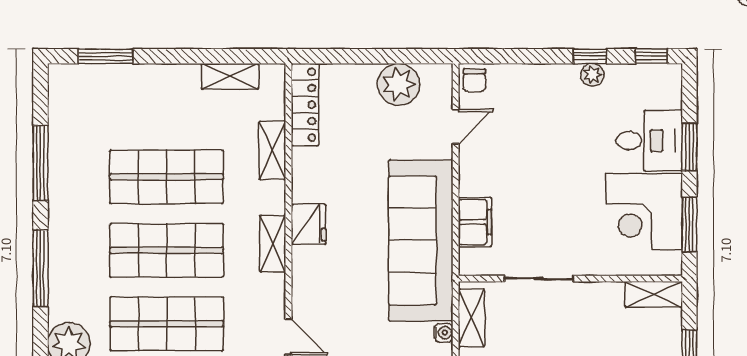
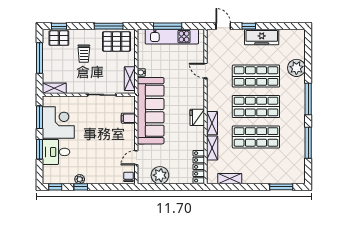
filing cabinet: (475, 222) -> (128, 118), width x0.50
shelving: (273, 244) -> (212, 123), moved

